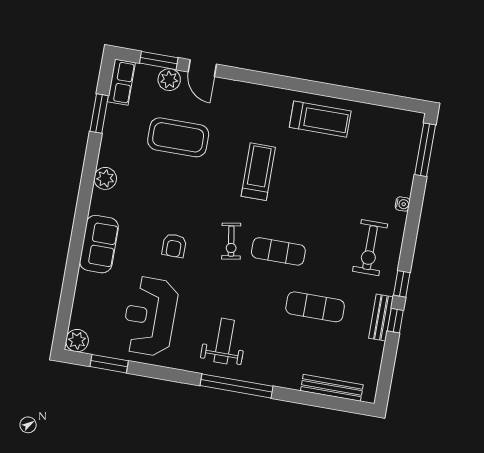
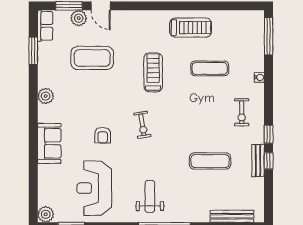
exercise bike: (370, 248) -> (242, 112), width x0.73, depth x0.72
exercise mat: (278, 251) -> (210, 68), moved

